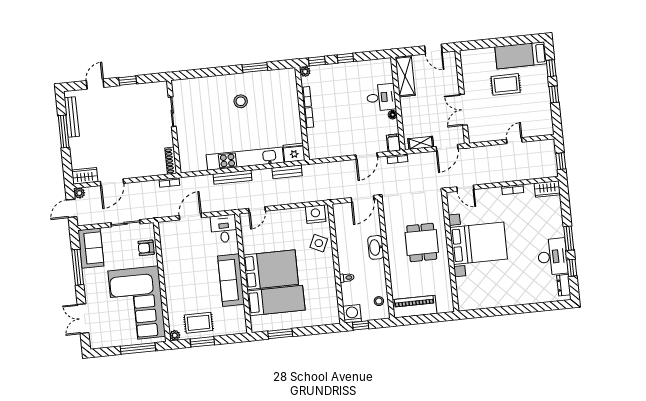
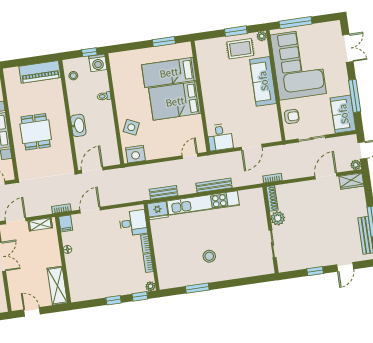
desk: (381, 97) -> (133, 223), moved, turned 180
plant: (165, 139) -> (278, 218), added
sofa: (231, 280) -> (263, 81), moved, turned 180

